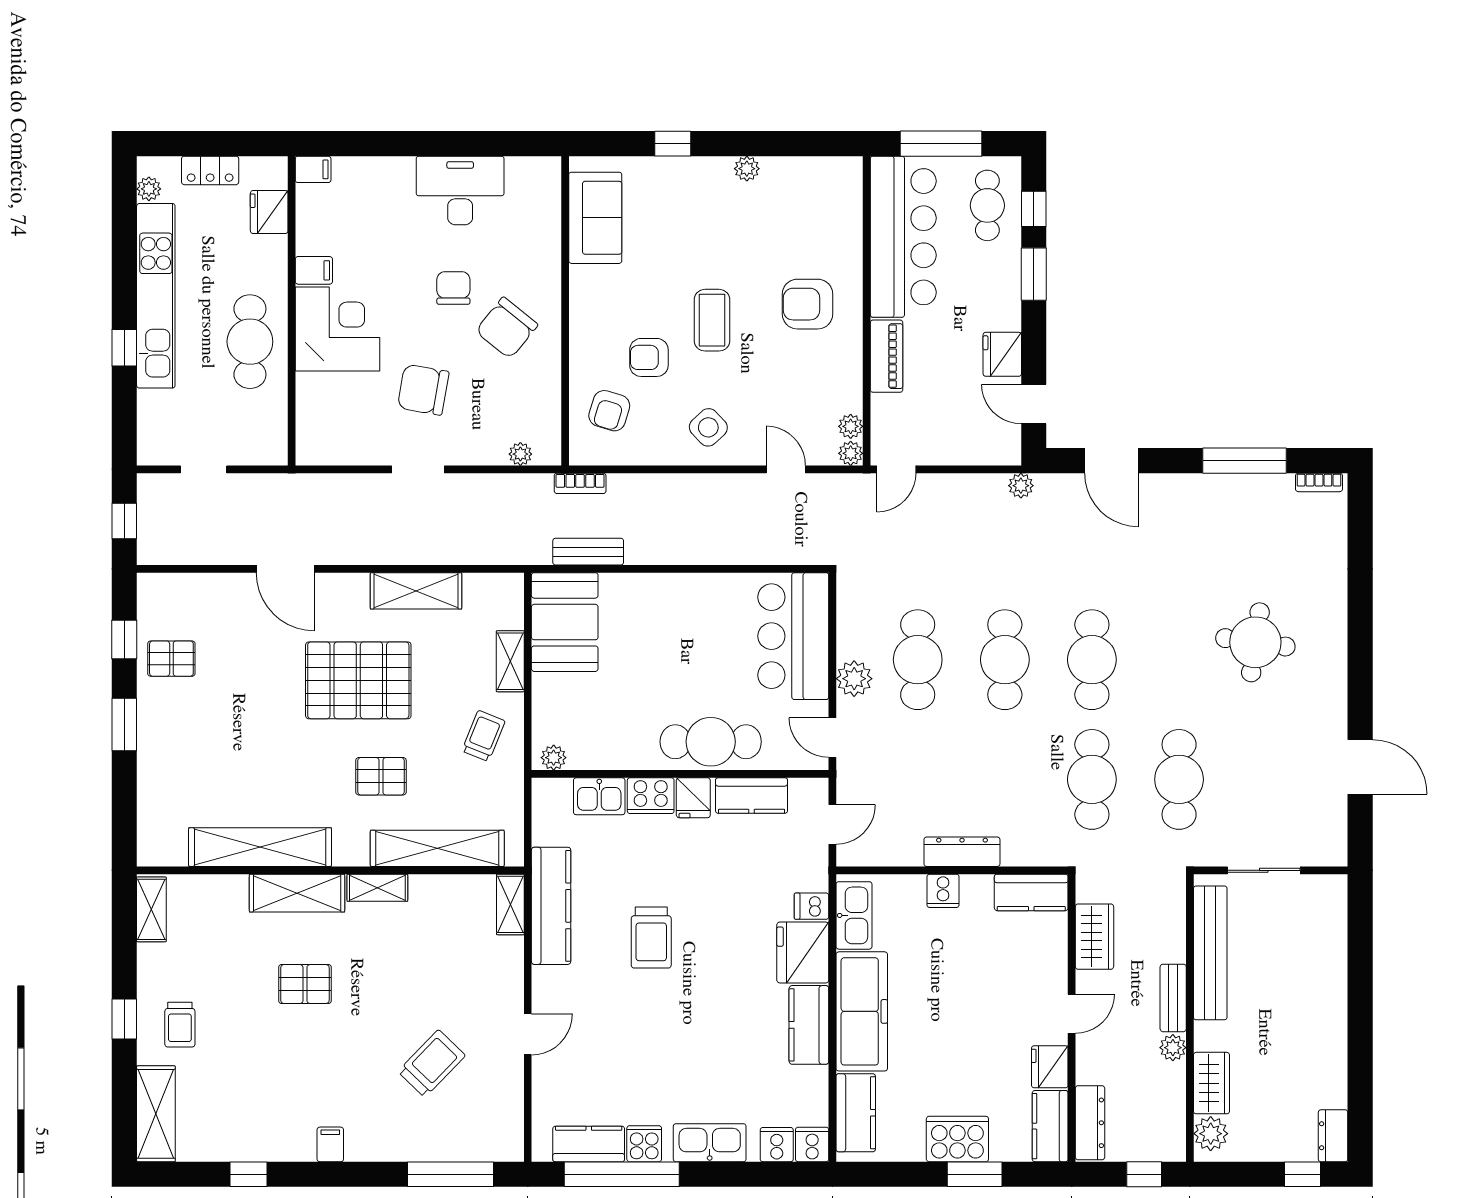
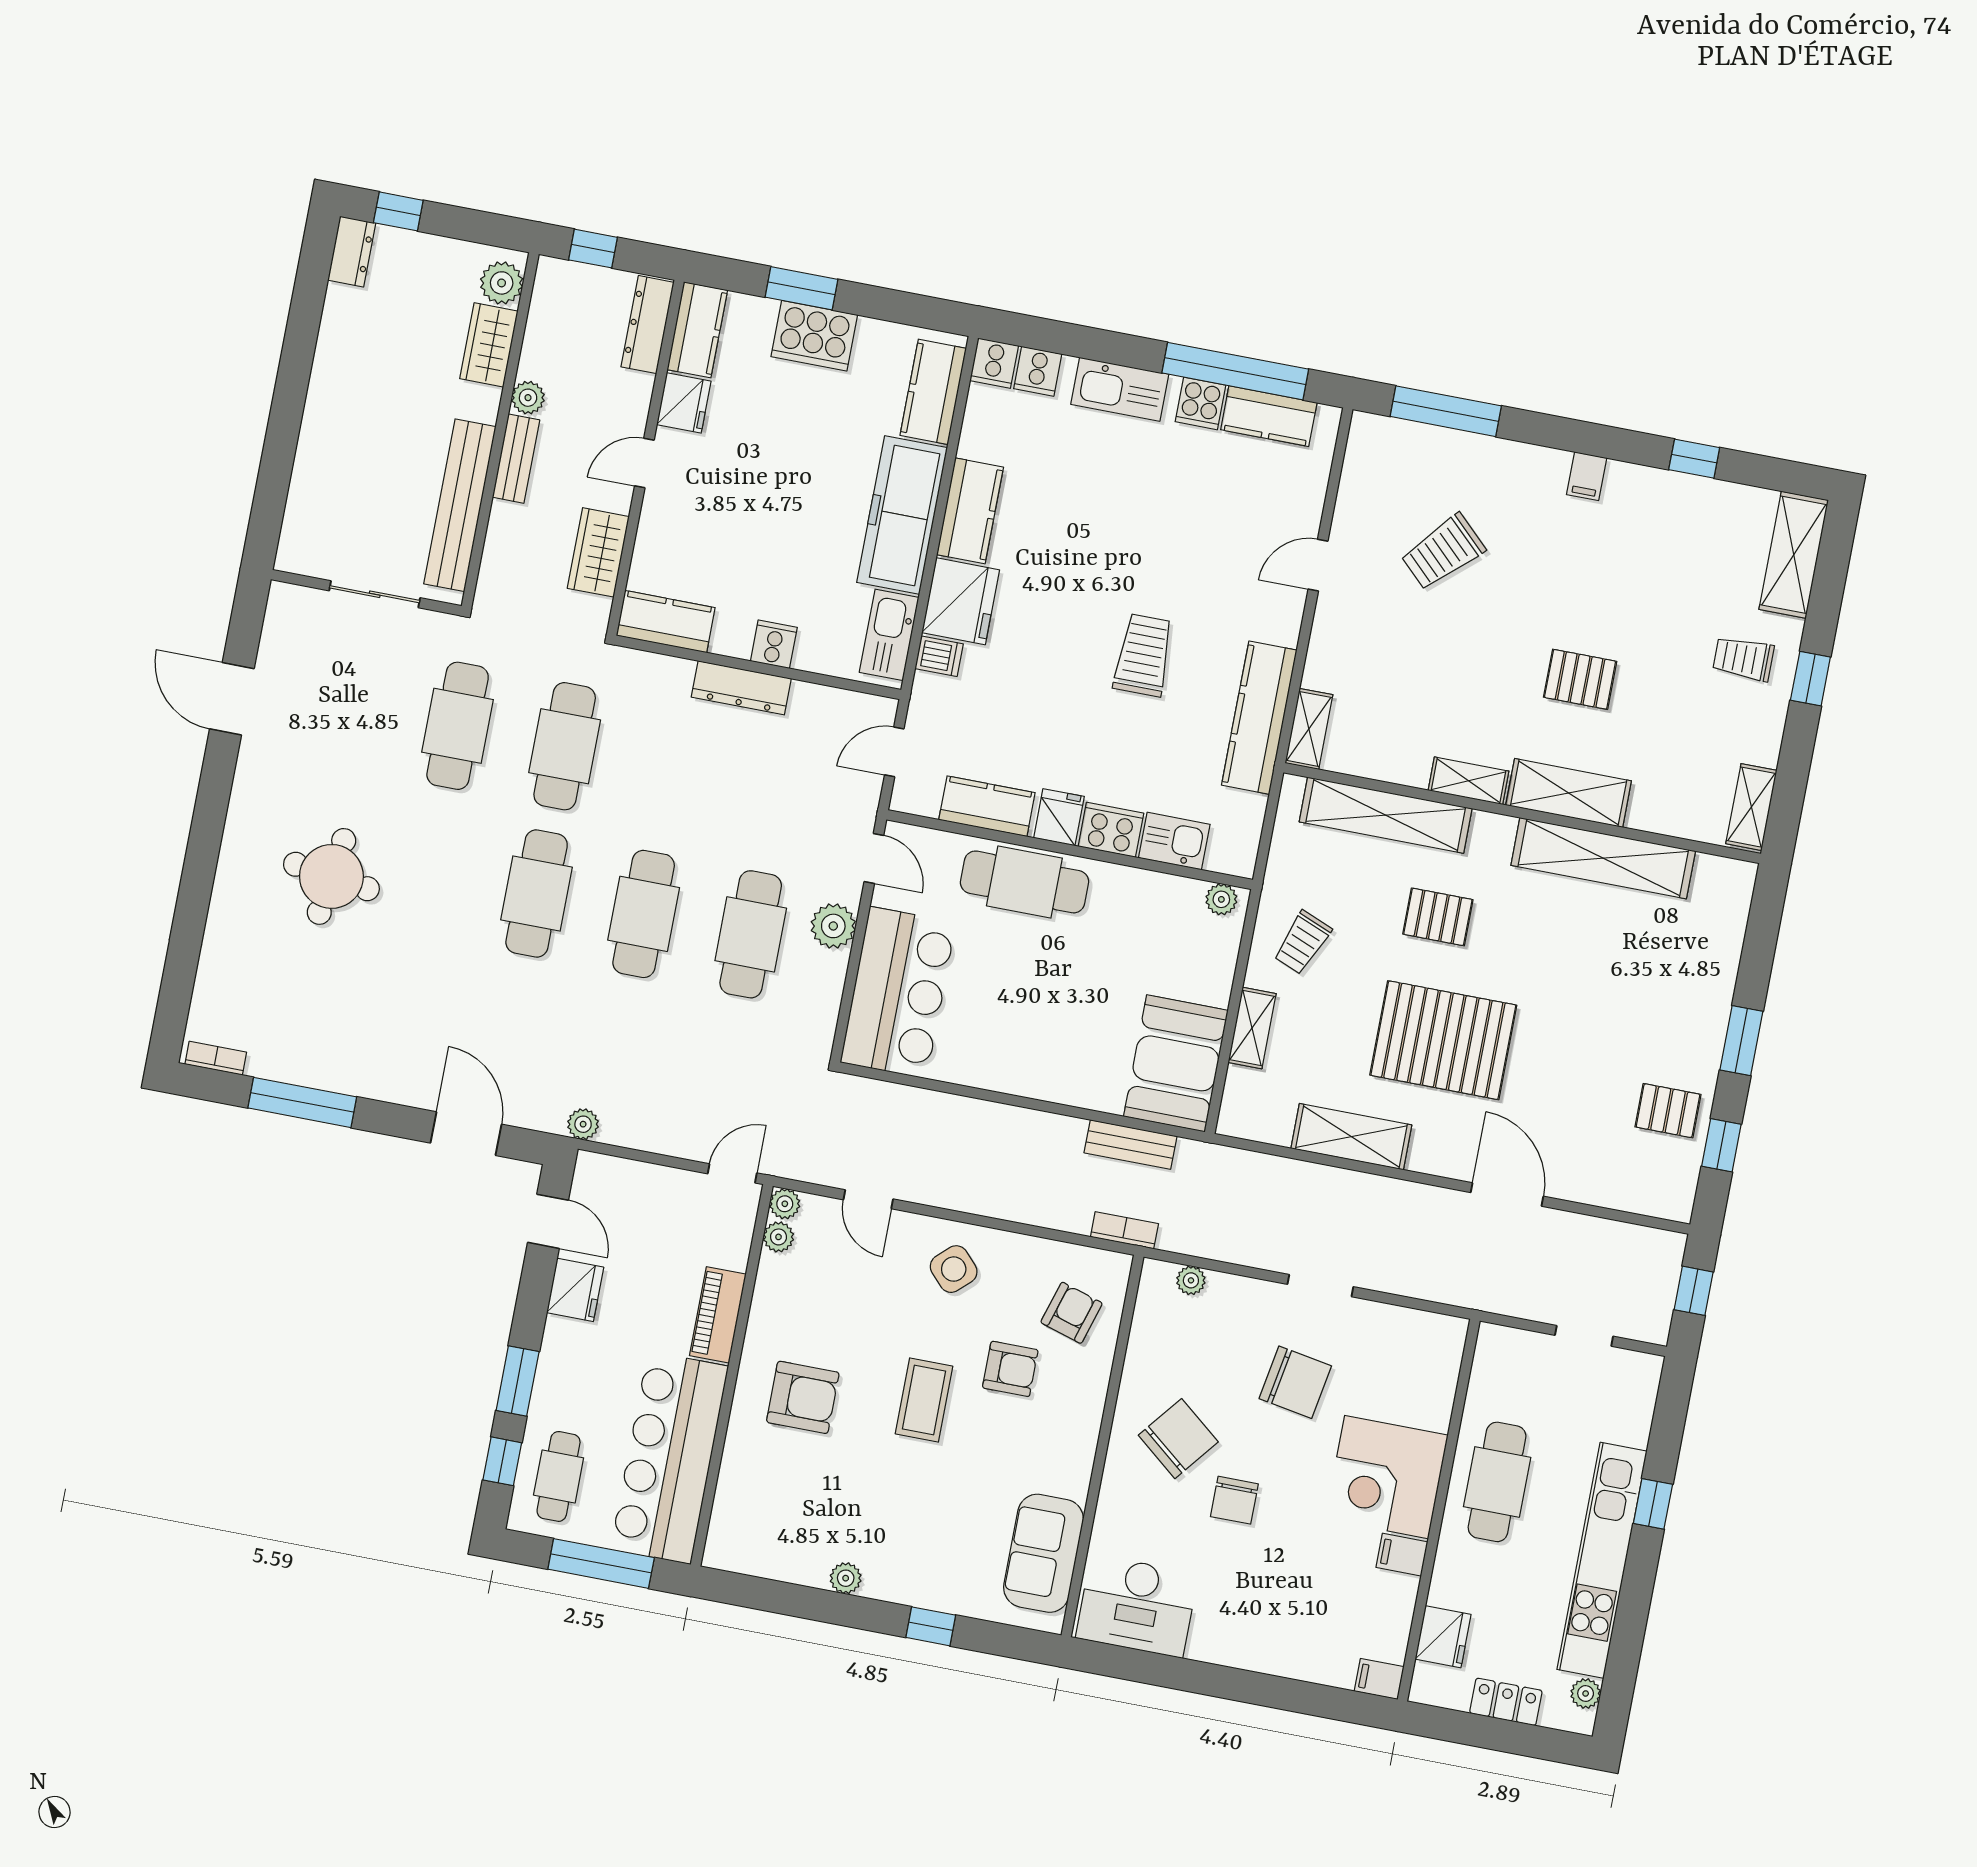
desk: (460, 190) -> (1137, 1606), moved
trolley: (180, 1025) -> (1743, 659), turned -90

